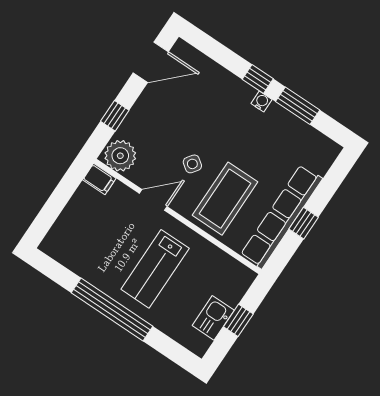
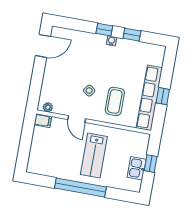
window: (298, 106) -> (132, 35), width x0.67
window: (115, 116) -> (36, 83), removed
plant: (120, 156) -> (48, 107), width x0.53, depth x0.53
coffee table: (225, 199) -> (115, 101), width x0.73, depth x0.76
door: (153, 200) -> (77, 119), swing flipped

